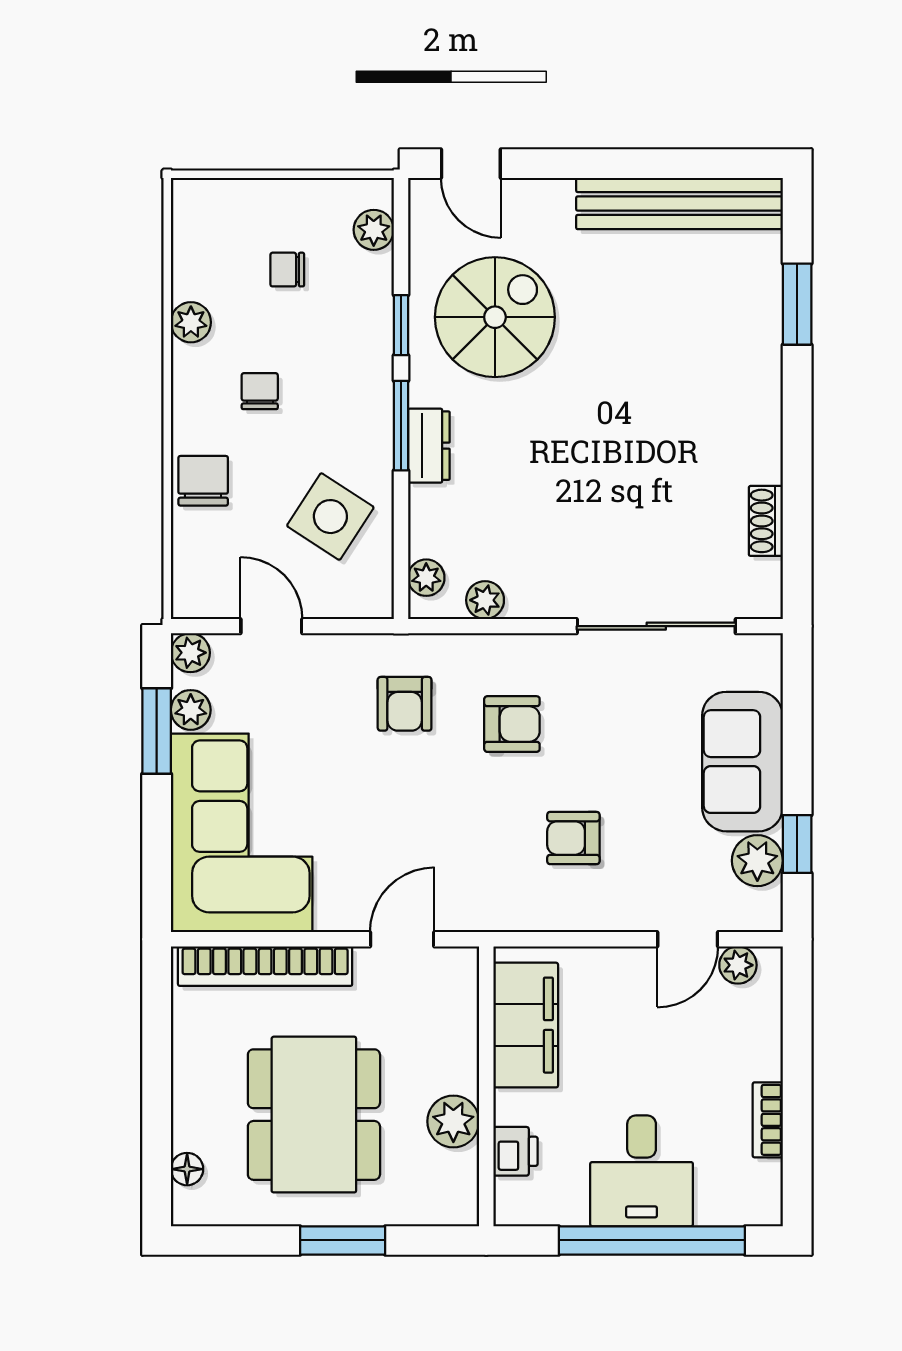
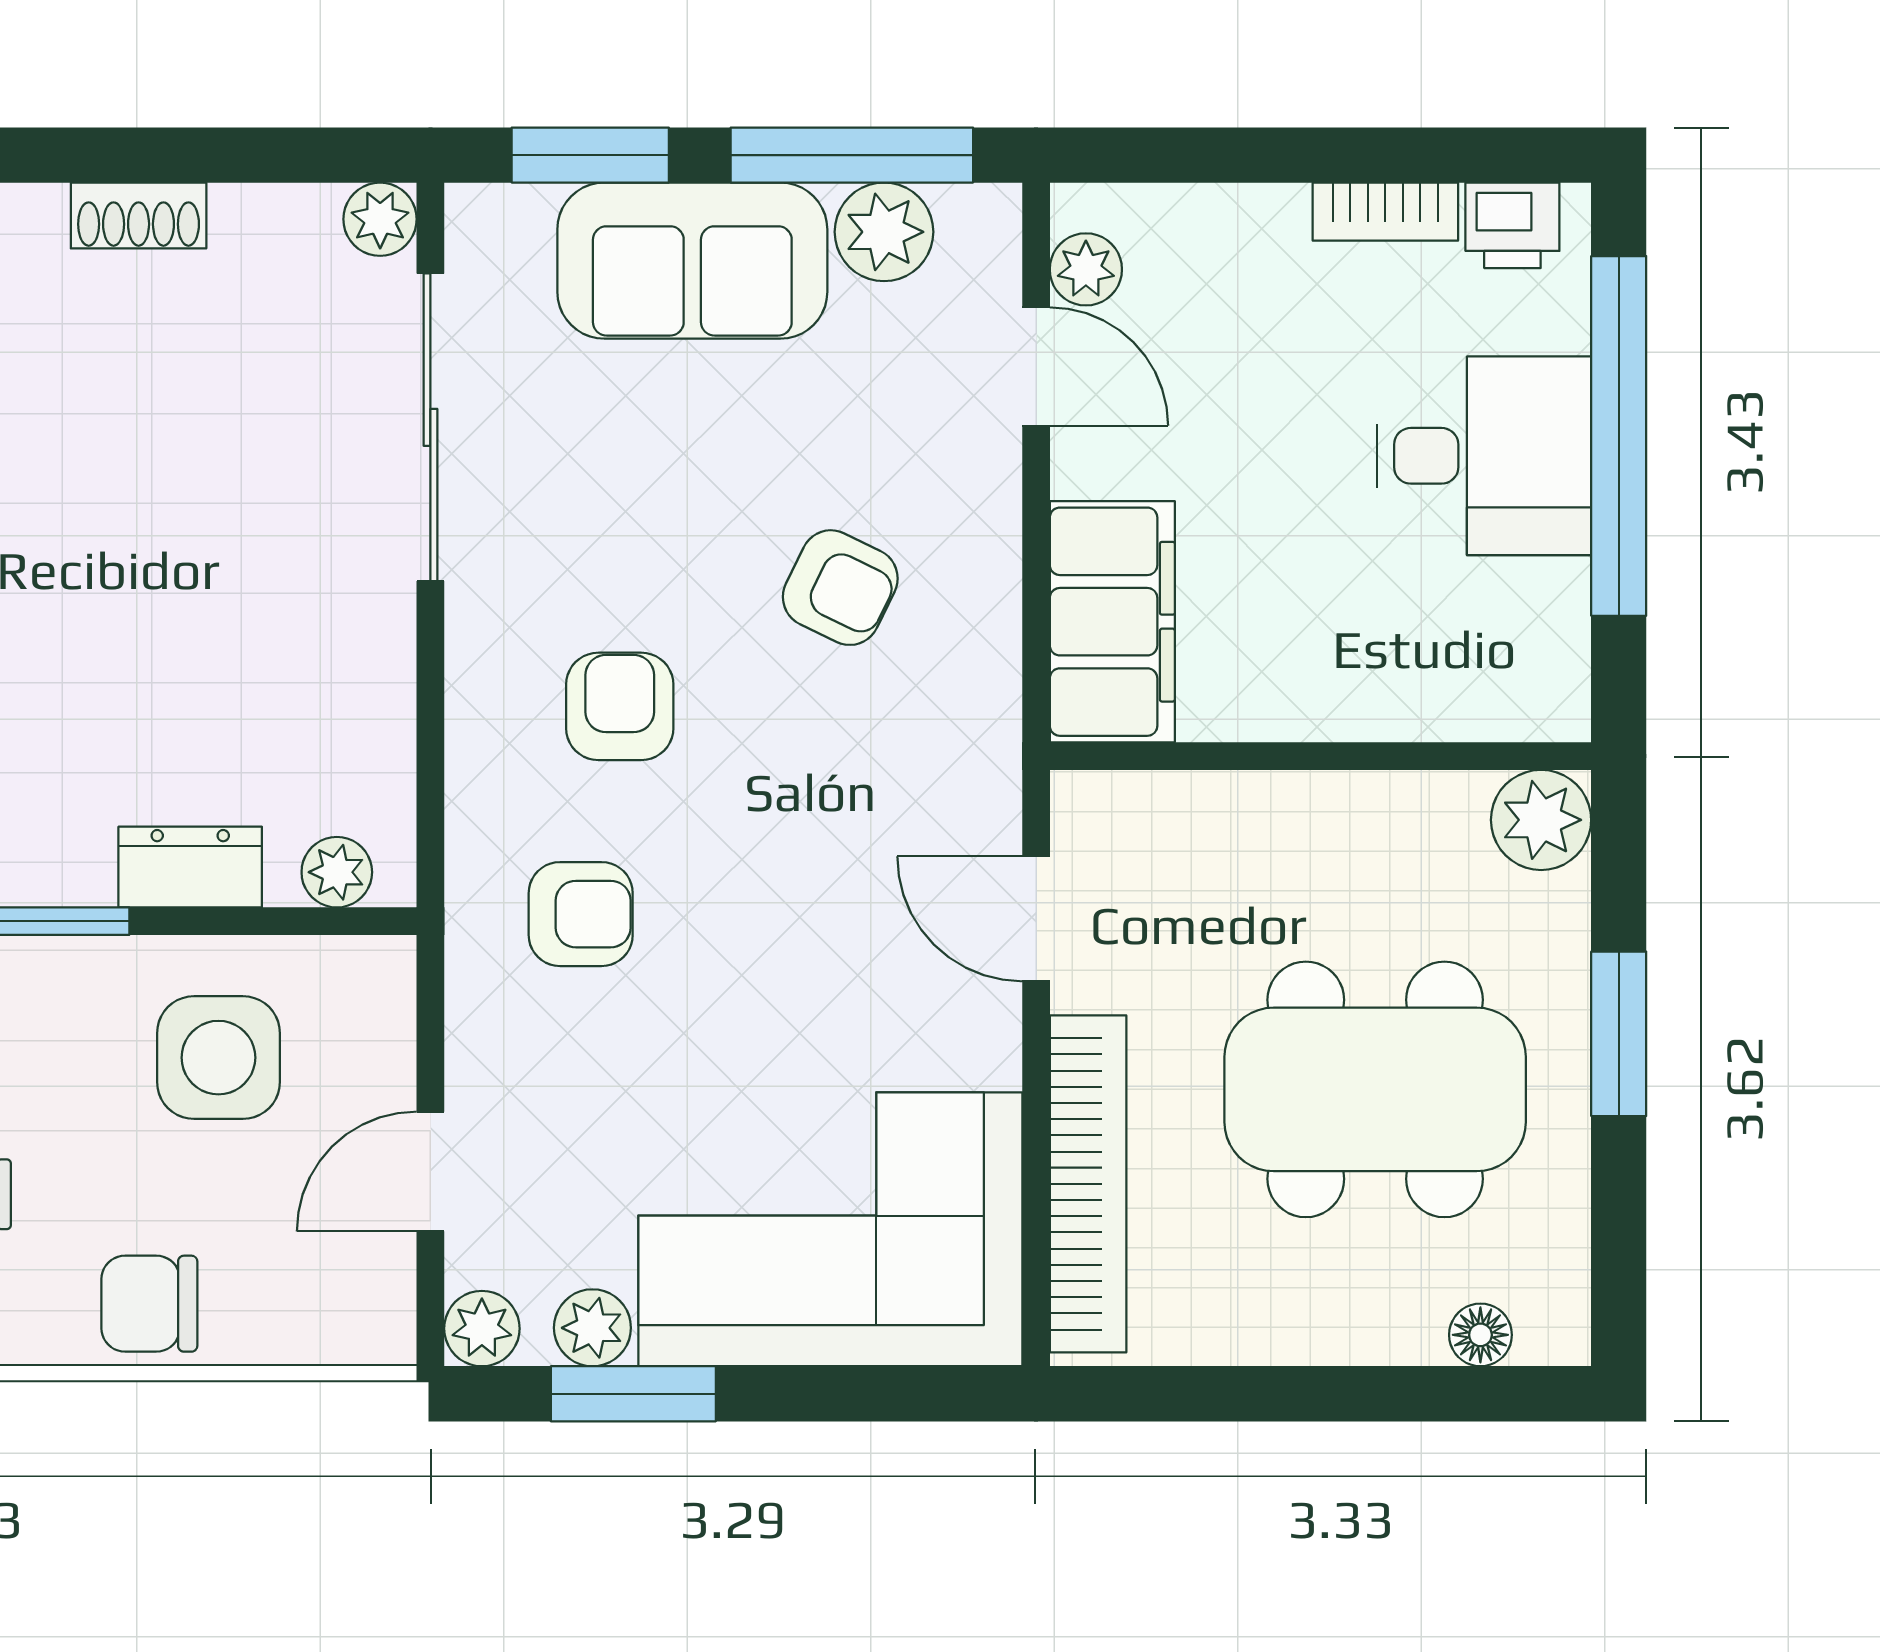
dresser: (429, 446) -> (190, 867), moved
side table: (330, 517) -> (218, 1058), turned -33
shoe rack: (766, 521) -> (139, 215), moved
plant: (485, 600) -> (380, 219), moved
window: (797, 709) -> (590, 155), added
armchair: (573, 838) -> (840, 588), turned -64
window: (797, 844) -> (852, 155), width x2.17
filing cabinet: (526, 1025) -> (1112, 622), moved, turned 90
plant: (453, 1121) -> (1541, 820), moved
printer: (516, 1151) -> (1512, 225), moved, turned 180

